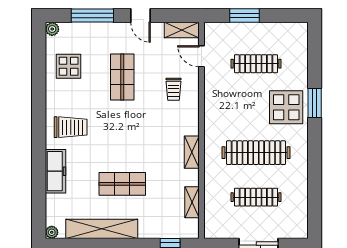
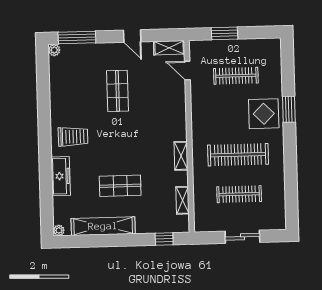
window: (92, 16) -> (77, 38), moved
display table: (69, 66) -> (70, 83), removed
trolley: (174, 89) -> (163, 100), removed

